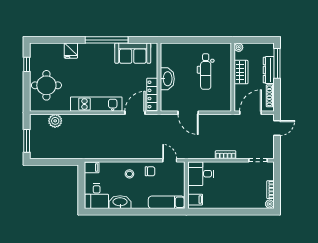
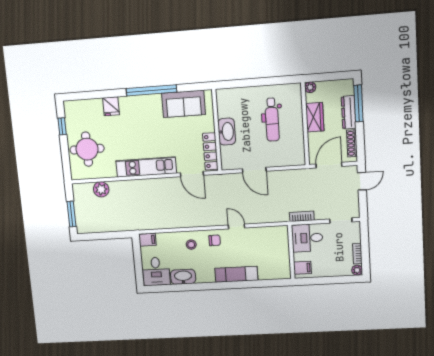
door: (135, 113) -> (192, 174), swing flipped
desk: (201, 174) -> (307, 238), moved
wall: (186, 185) -> (291, 252), moved
filing cabinet: (195, 200) -> (302, 268), moved

